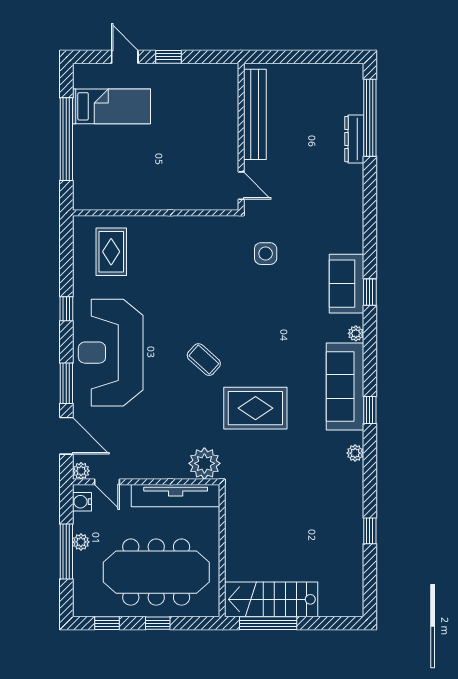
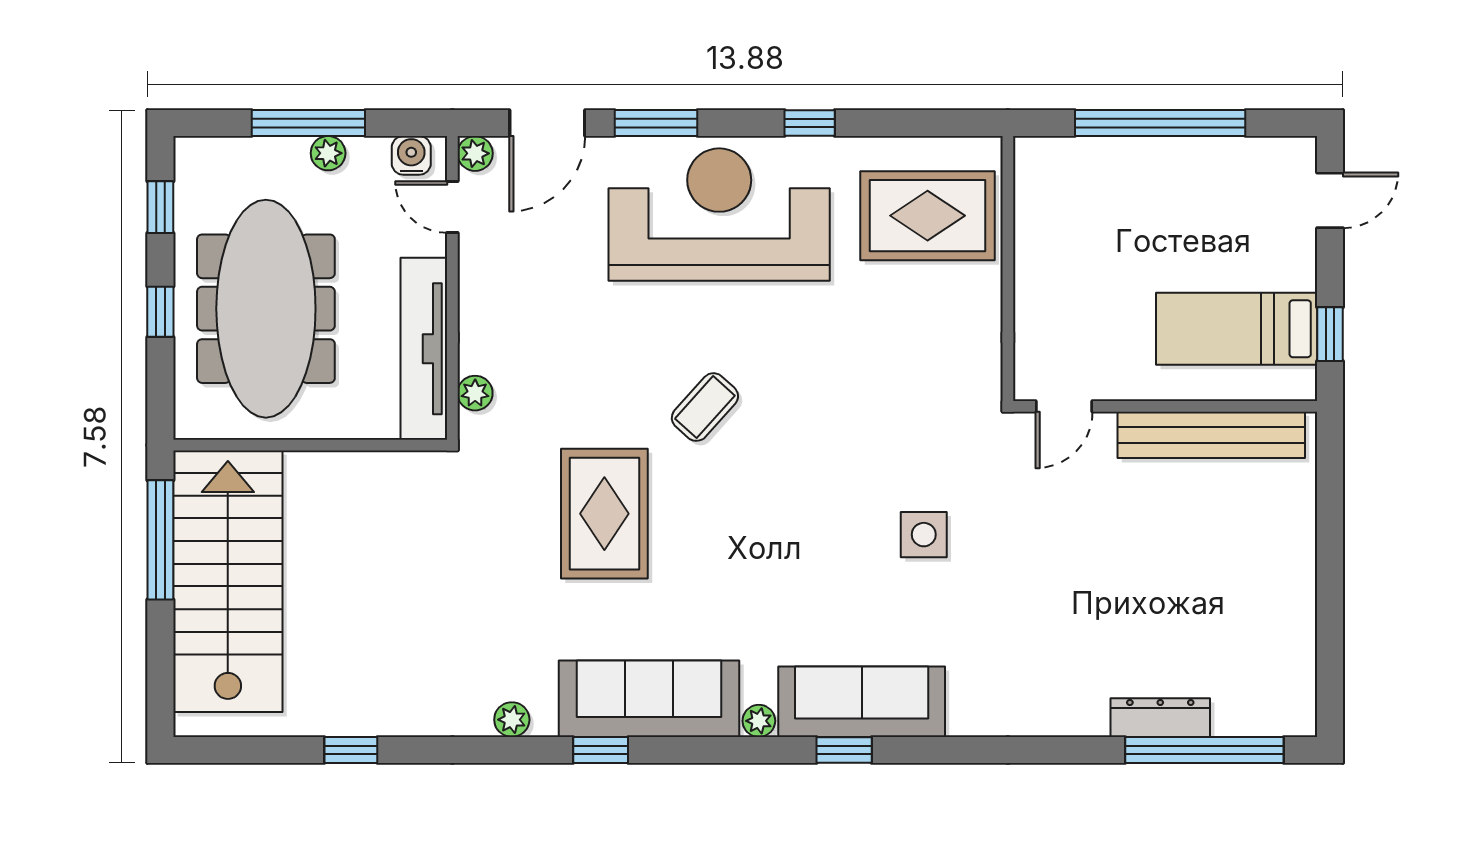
door: (125, 57) -> (1330, 200), moved
bed: (111, 106) -> (1237, 329), moved, turned 90
bench: (255, 114) -> (1211, 435), moved
wall: (241, 137) -> (1165, 406), moved
door: (241, 186) -> (1064, 406), moved
rug: (111, 252) -> (927, 216), width x1.36, depth x1.43
sofa: (346, 284) -> (862, 702), width x1.36
plant: (204, 463) -> (475, 393), width x0.53, depth x0.53
door: (107, 482) -> (452, 207), hinge flipped
stairs: (271, 599) -> (228, 581), width x1.36, depth x1.51

